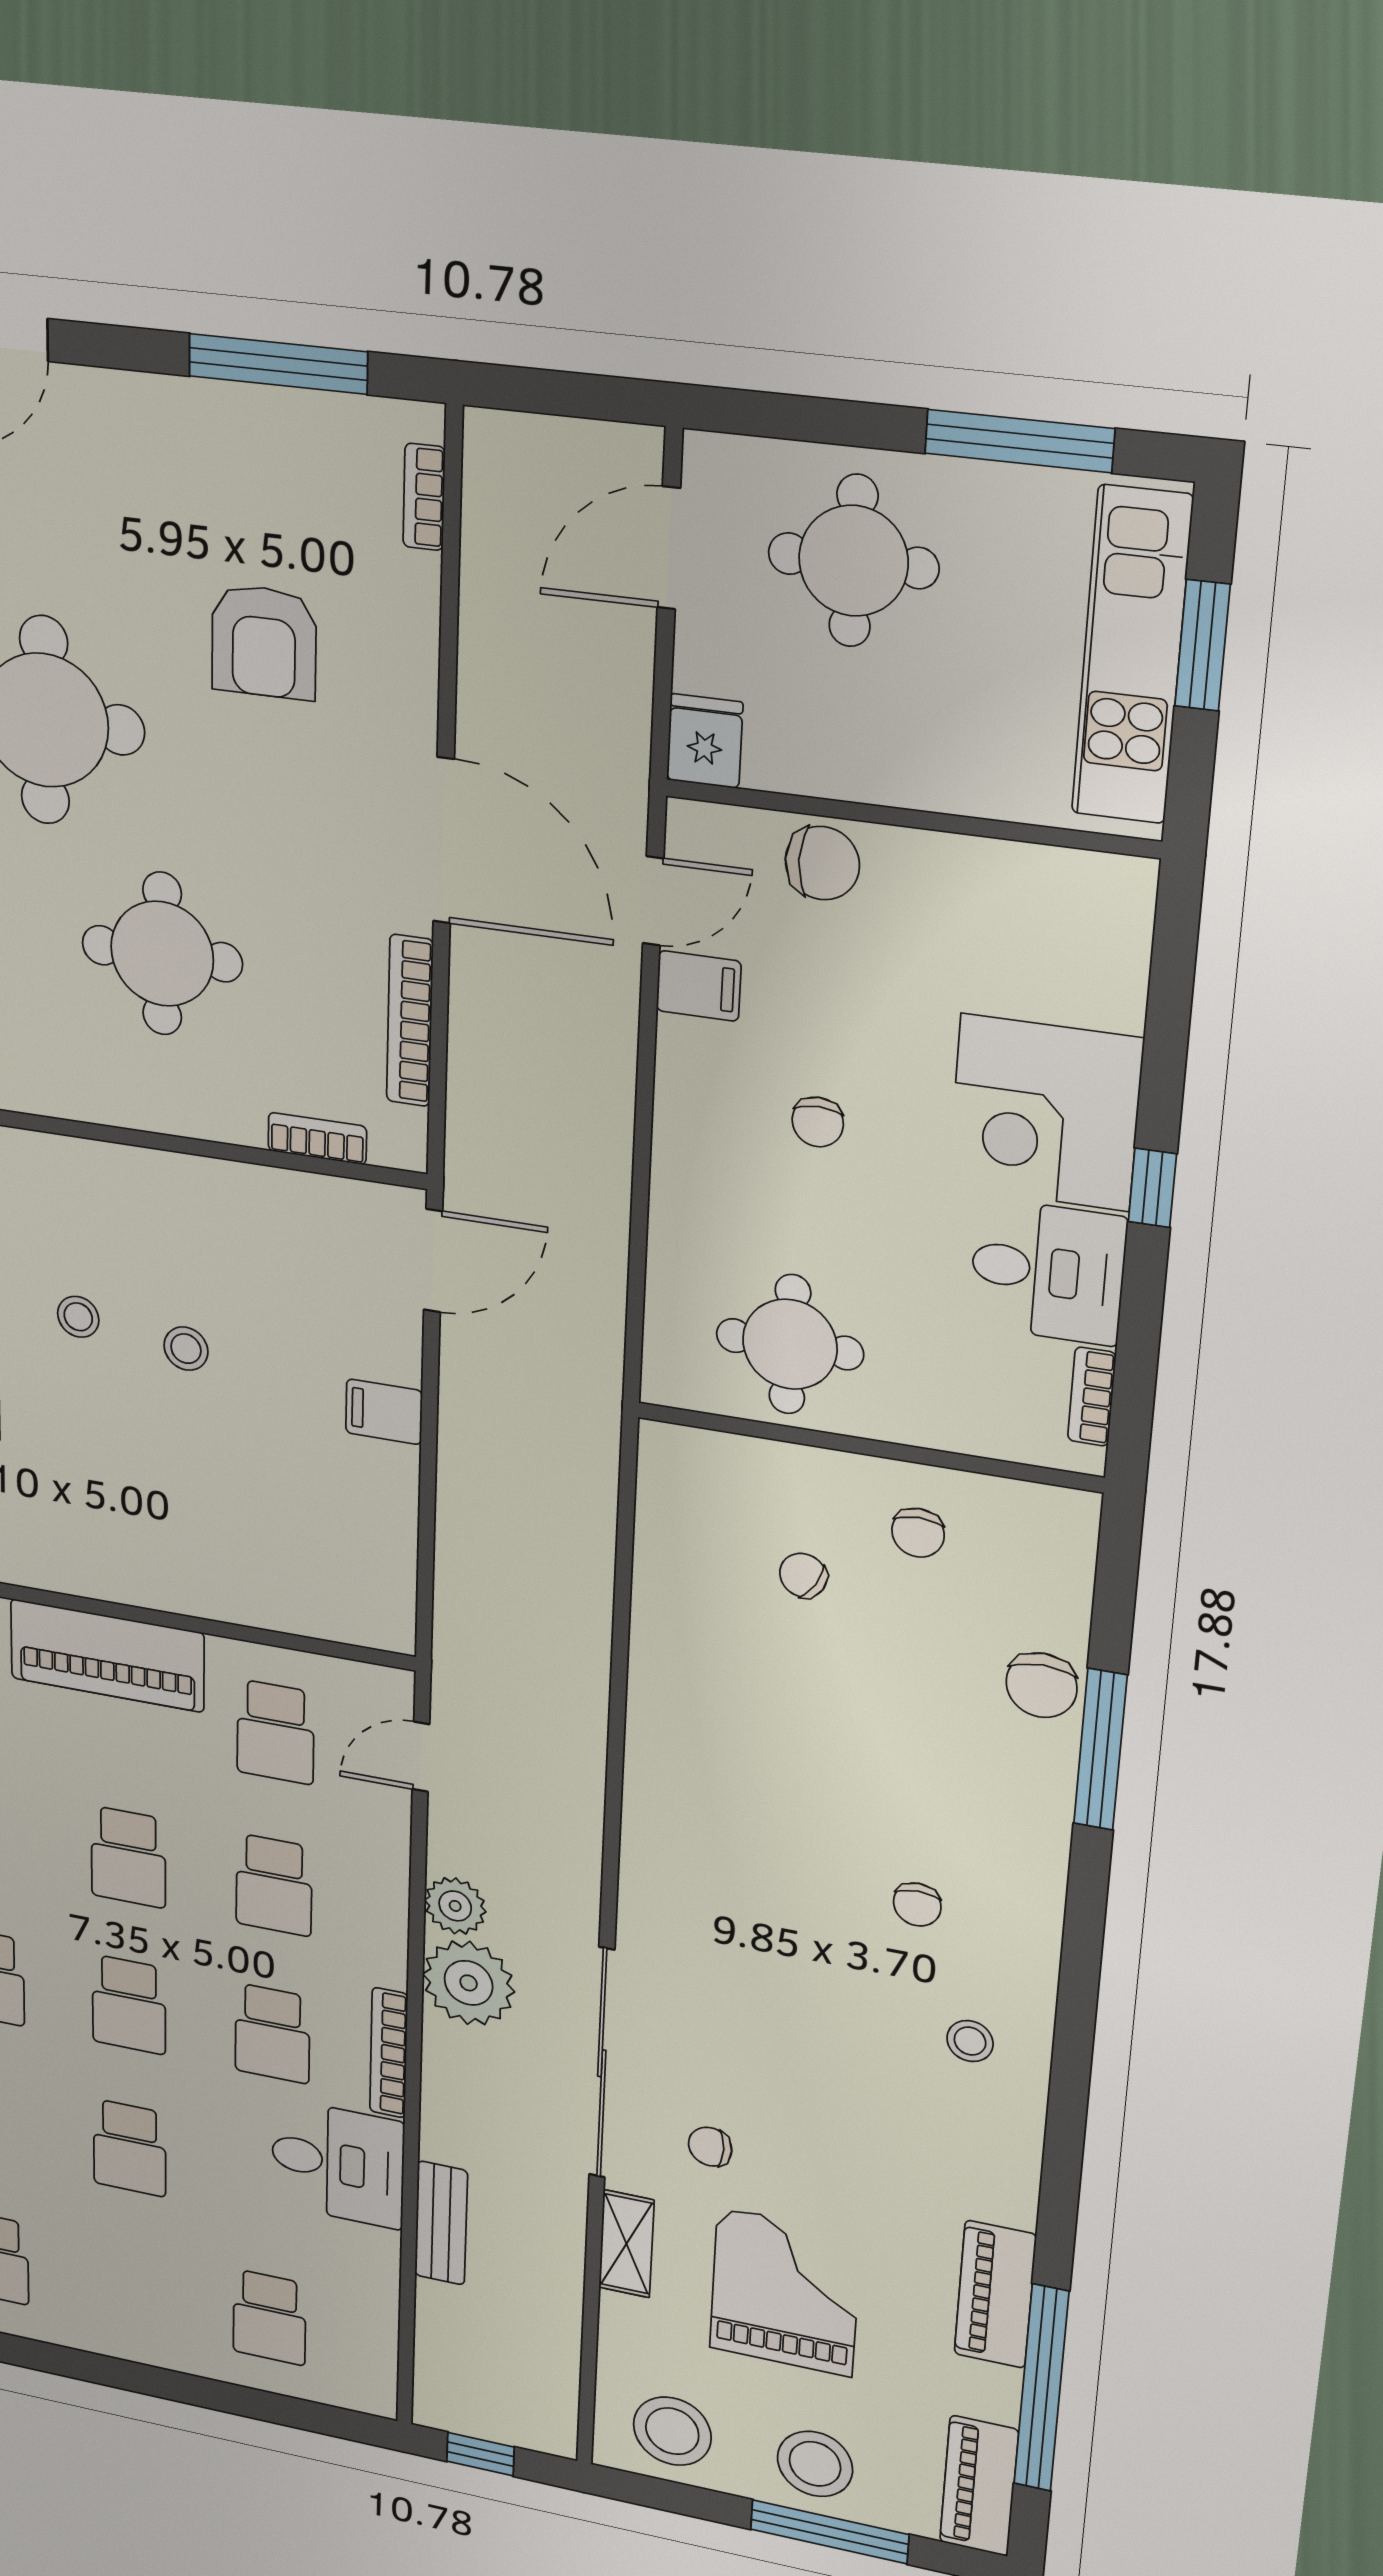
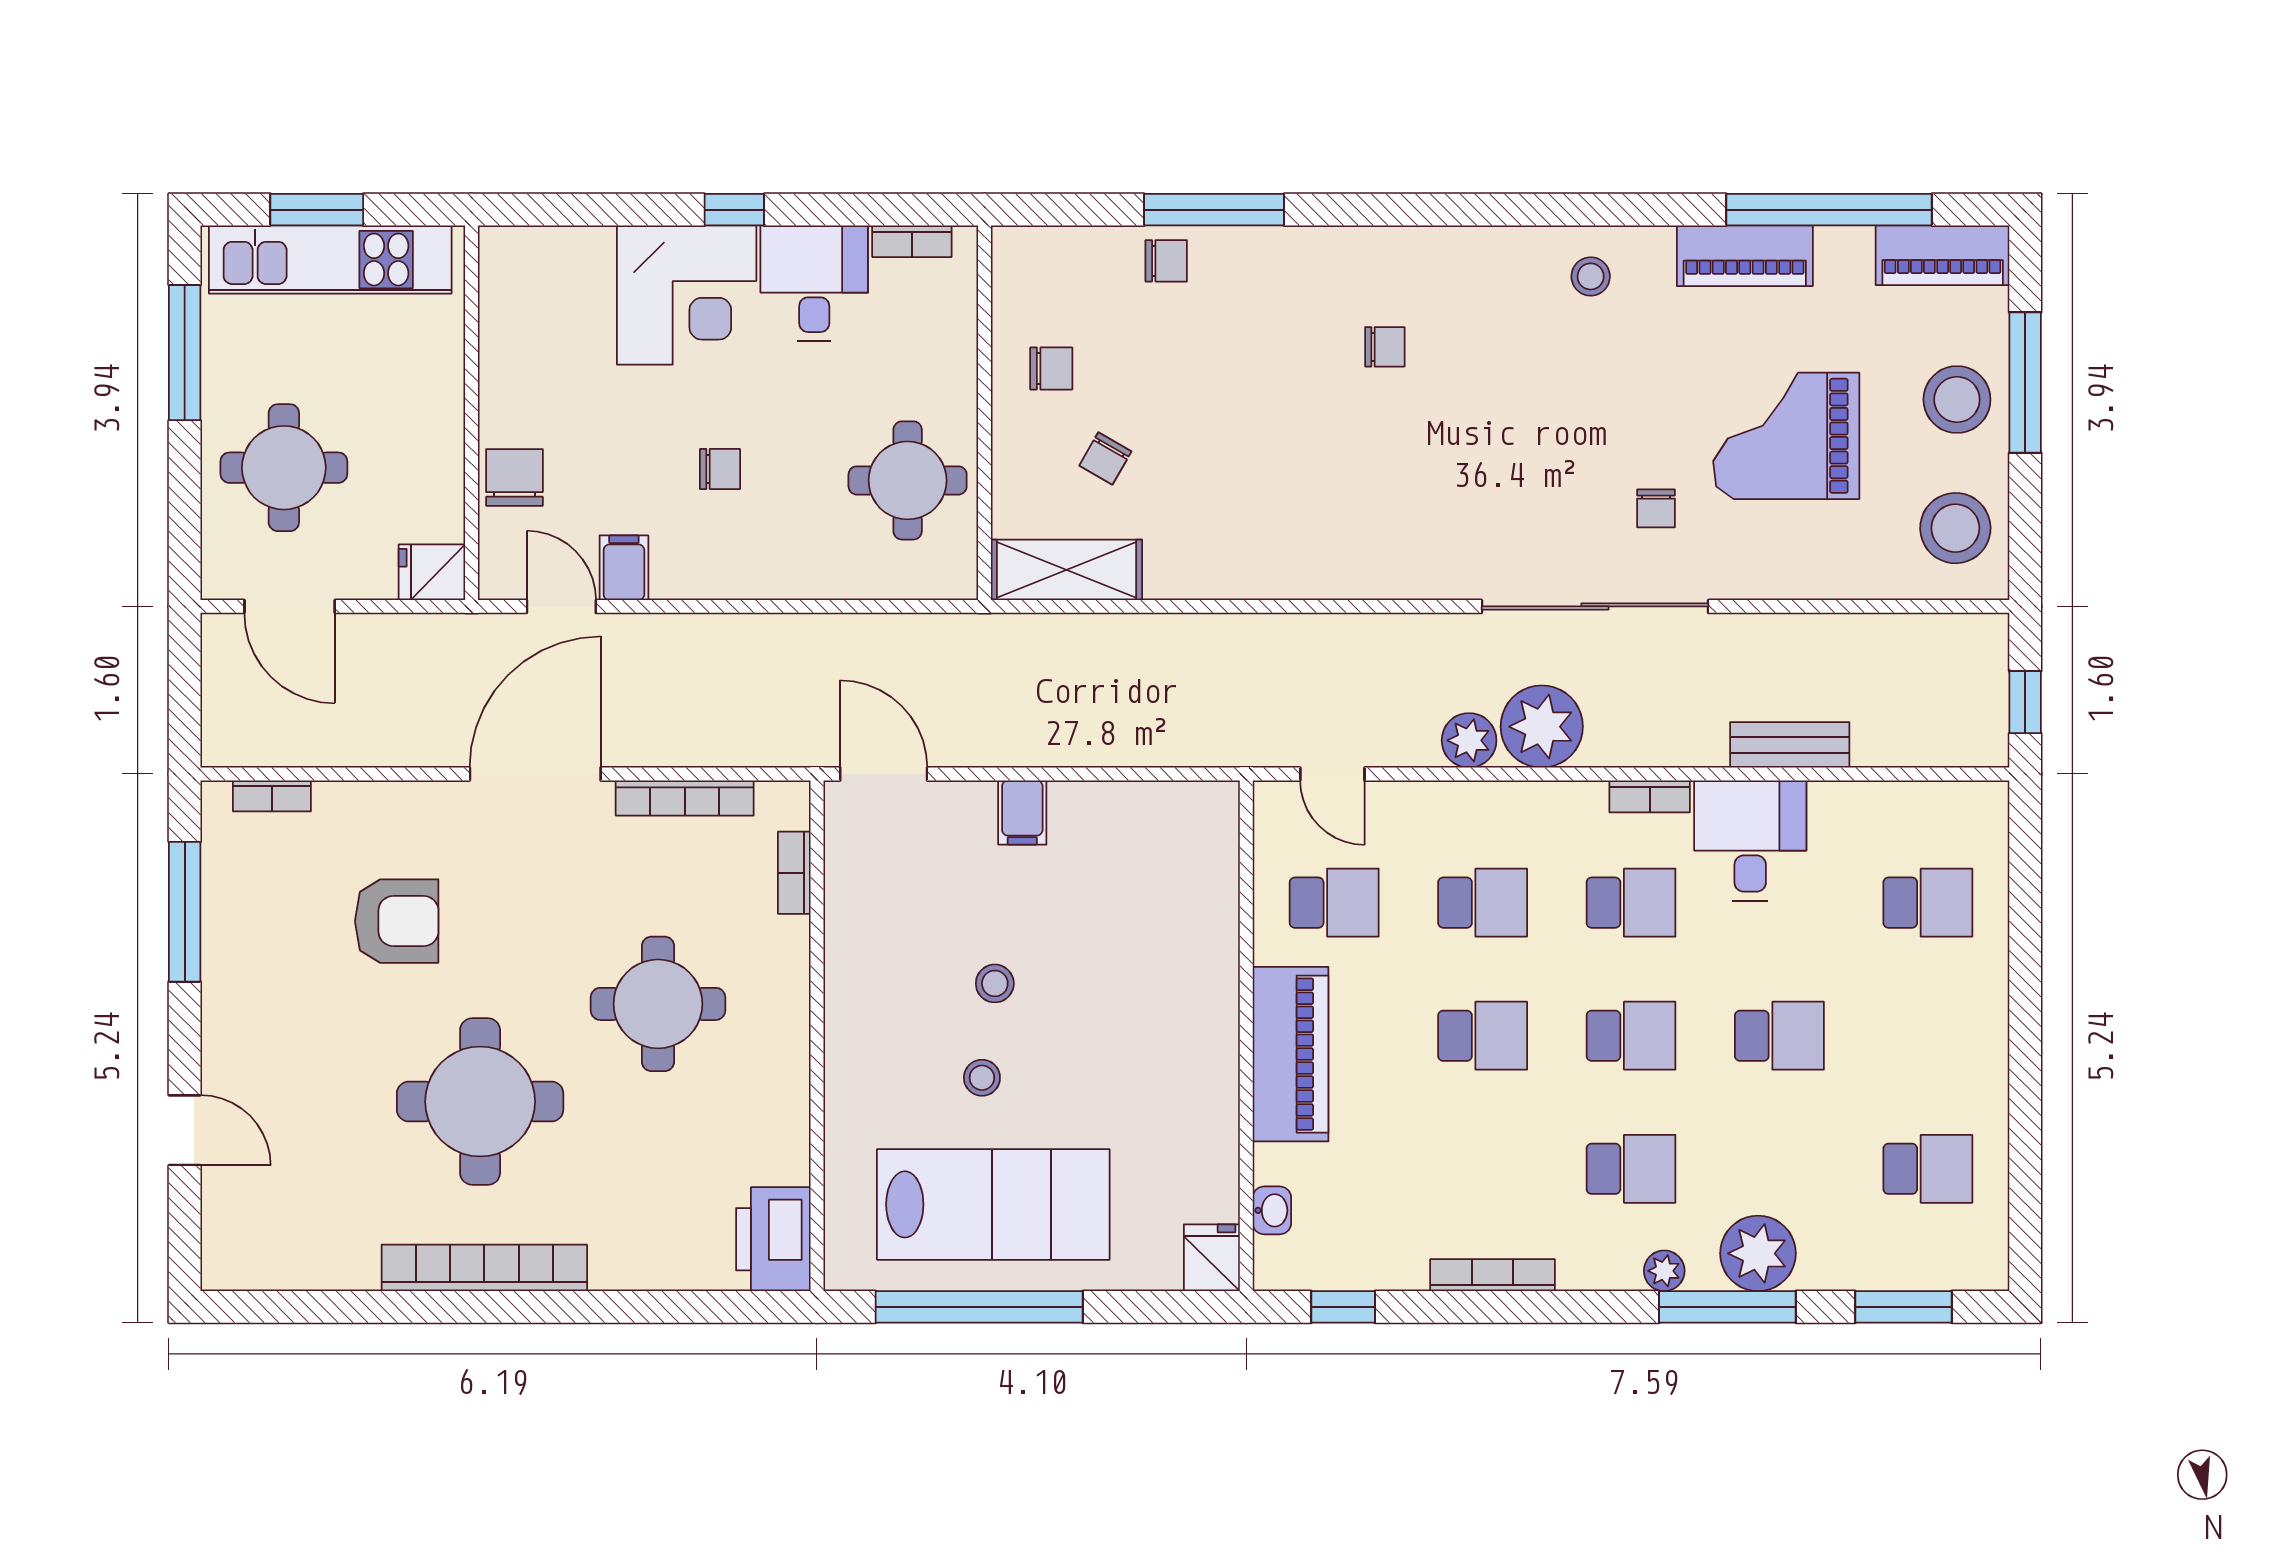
chair: (1042, 1685) -> (1166, 261), width x0.73, depth x0.73
stool: (970, 2041) -> (1591, 276), moved
bookcase: (389, 2053) -> (1650, 796), width x0.64
shelving: (626, 2244) -> (1066, 570), moved, width x1.50, depth x1.33

